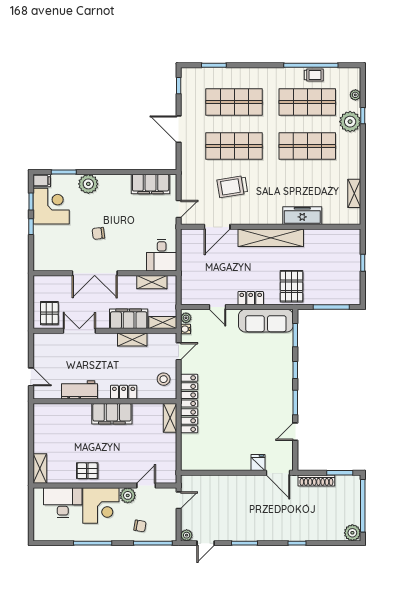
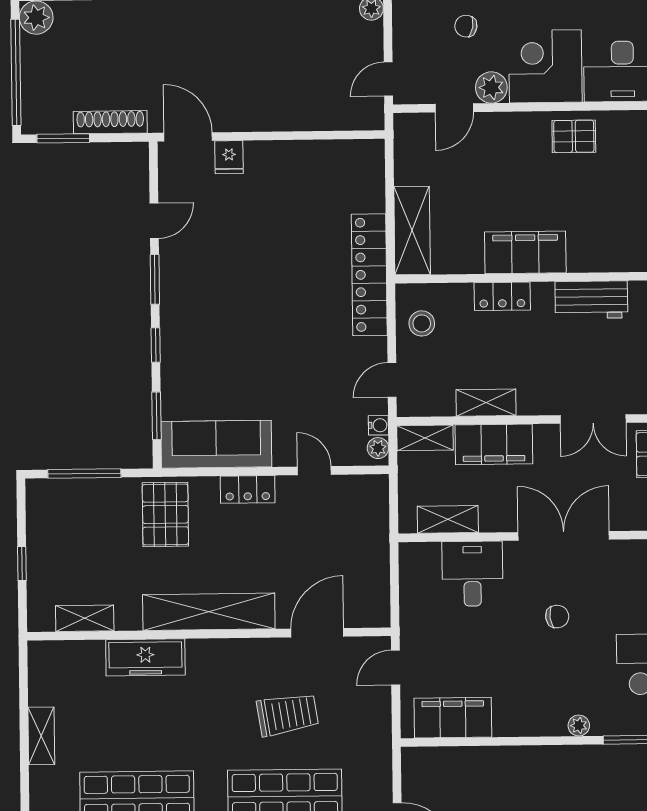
plant: (88, 184) -> (579, 726), width x0.53, depth x0.53
shelving: (354, 193) -> (41, 736), moved
shelving: (332, 235) -> (85, 618), added
desk: (162, 255) -> (472, 574), moved
shelving: (170, 418) -> (412, 230), width x1.50, depth x1.33

